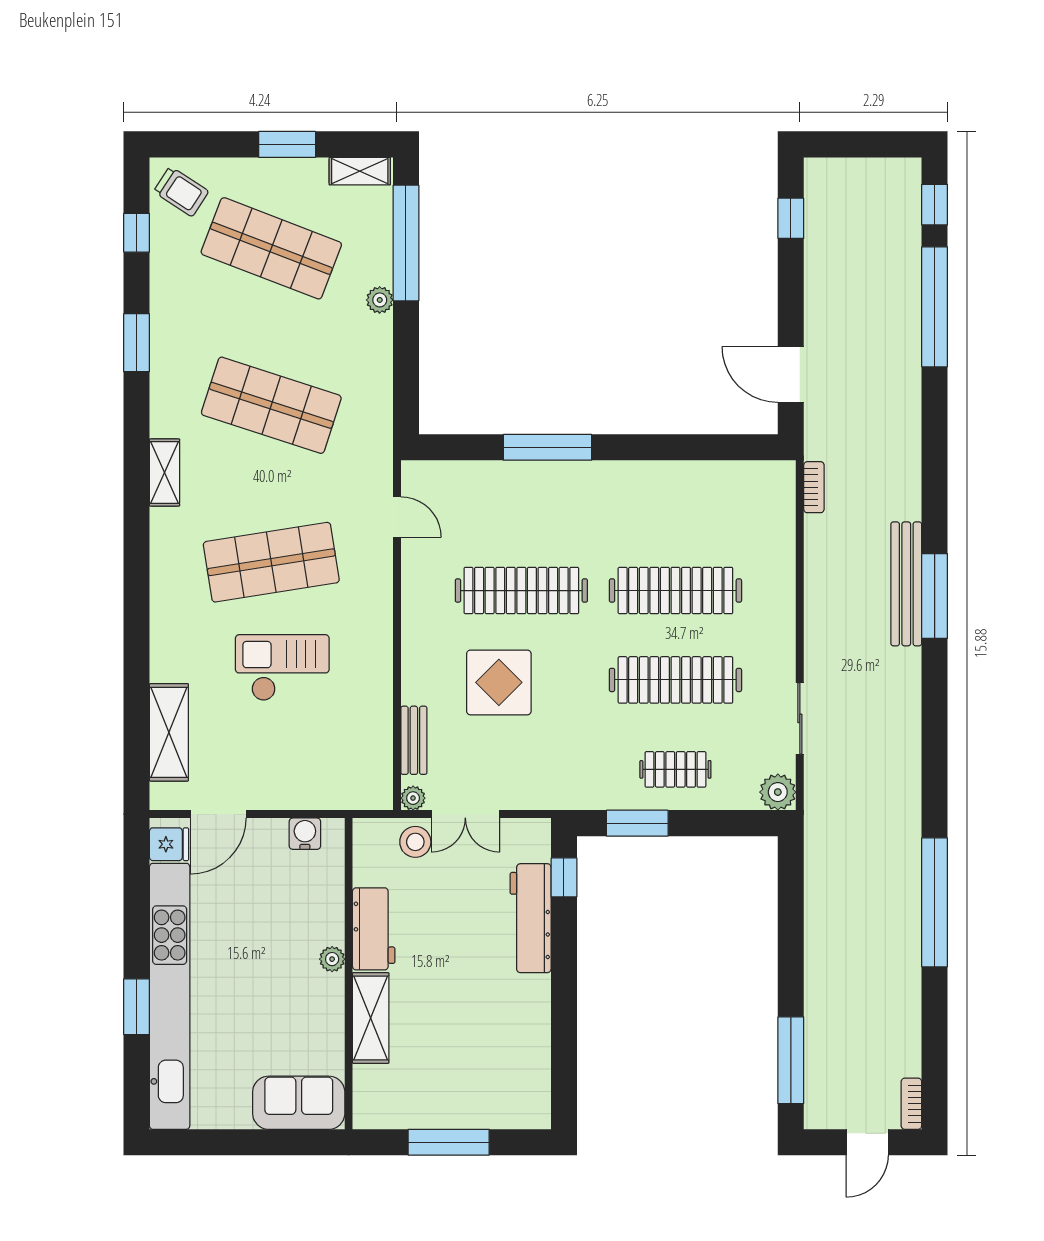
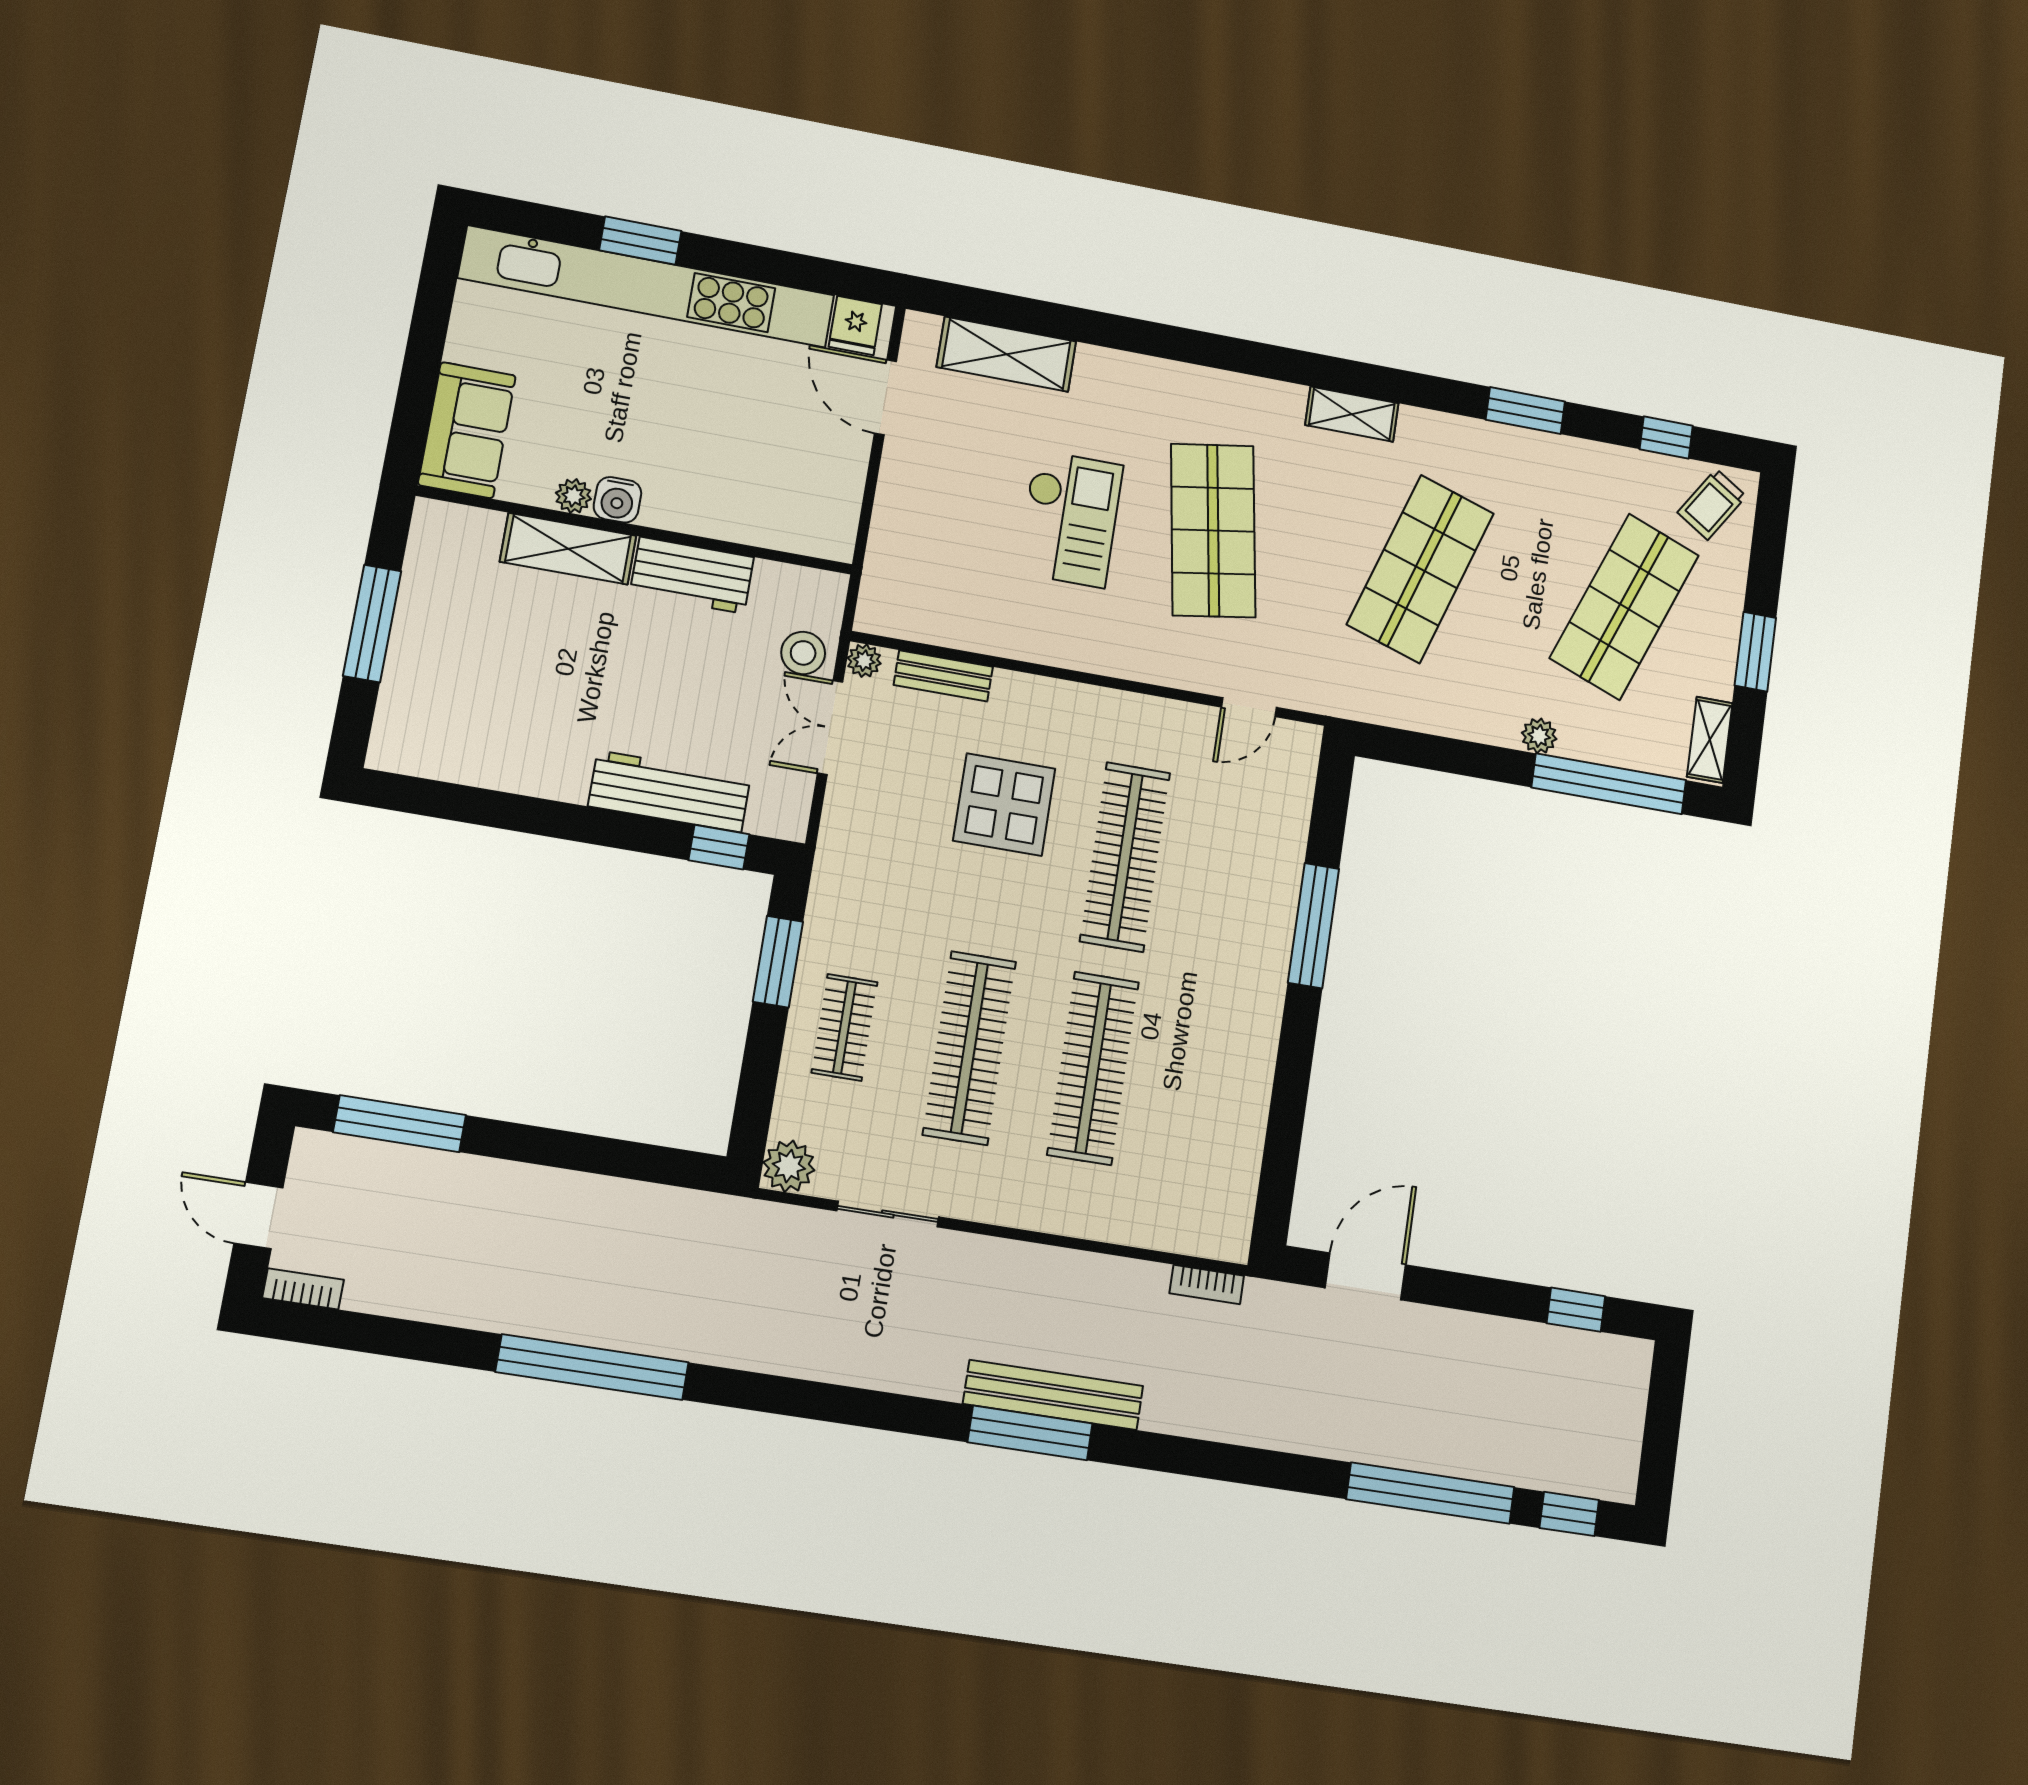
water cooler: (305, 834) -> (617, 500), moved, turned 90
plant: (332, 959) -> (573, 496), moved

